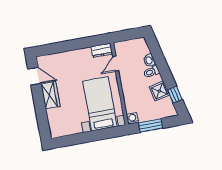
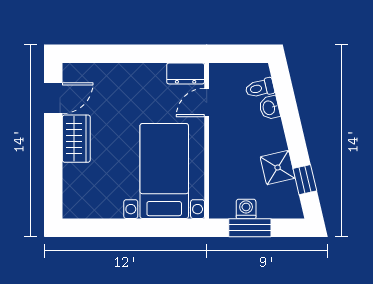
toilet: (151, 72) -> (260, 88), moved
door: (34, 76) -> (53, 98), hinge flipped
washing machine: (132, 118) -> (246, 209), moved

